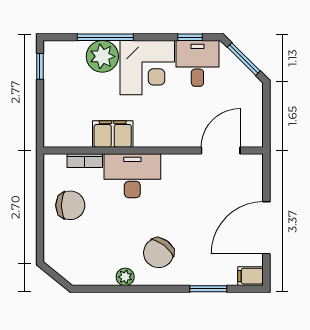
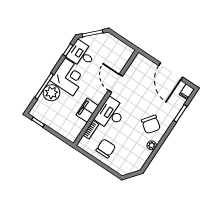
door: (221, 150) -> (115, 83), moved

